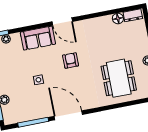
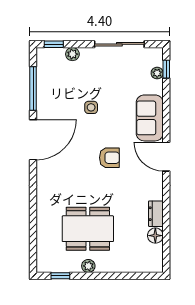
dresser: (133, 15) -> (156, 214), moved
door: (62, 22) -> (166, 157), hinge flipped
dining table: (119, 78) -> (88, 229), moved

